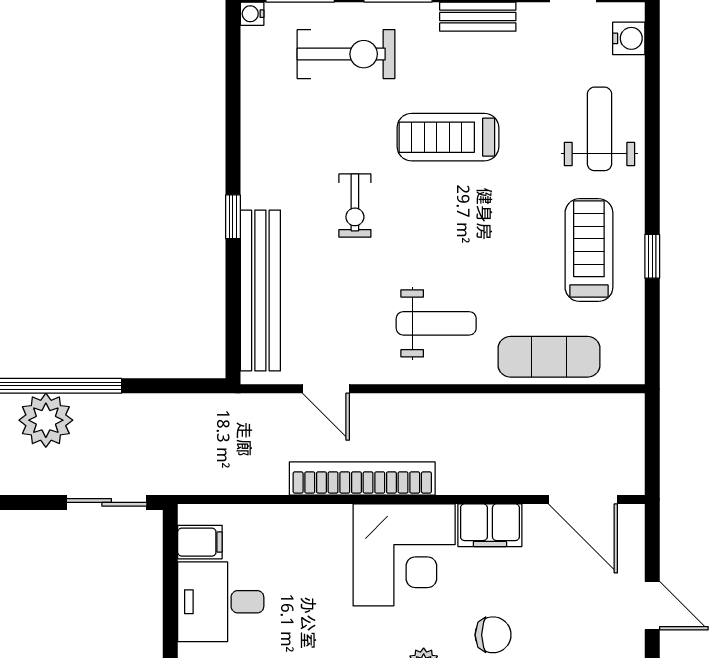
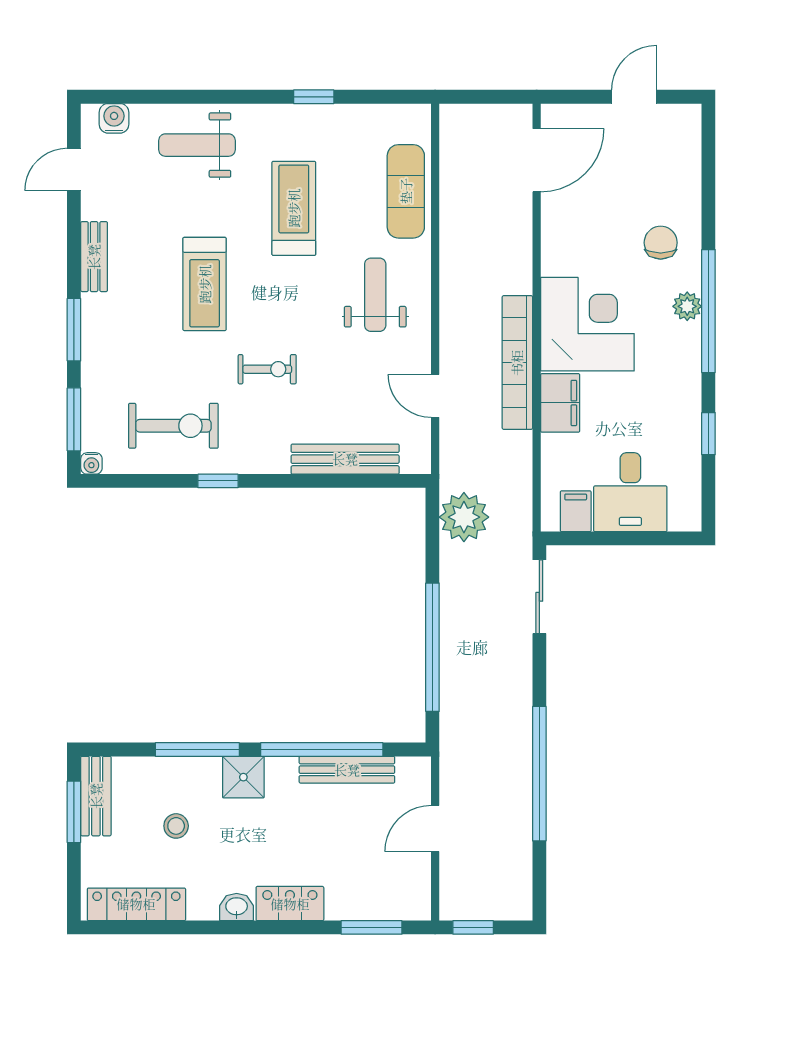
exercise bike: (346, 54) -> (173, 426), moved, turned 90
window: (233, 217) -> (218, 481), moved
treadmill: (589, 250) -> (294, 208), moved, turned 90
bench: (260, 291) -> (345, 459), width x0.73, depth x0.82
door: (326, 389) -> (435, 396), swing flipped
plant: (46, 420) -> (464, 517), moved
filing cabinet: (490, 525) -> (560, 403), moved

